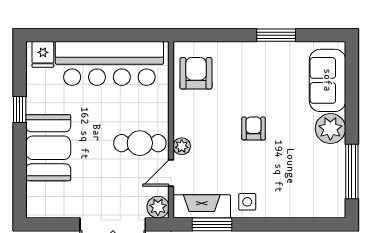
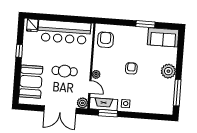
sofa: (328, 80) -> (163, 37), moved, turned -90
cafe table: (140, 143) -> (65, 71), moved
booth: (48, 148) -> (31, 82), moved
door: (171, 173) -> (90, 87), swing flipped

